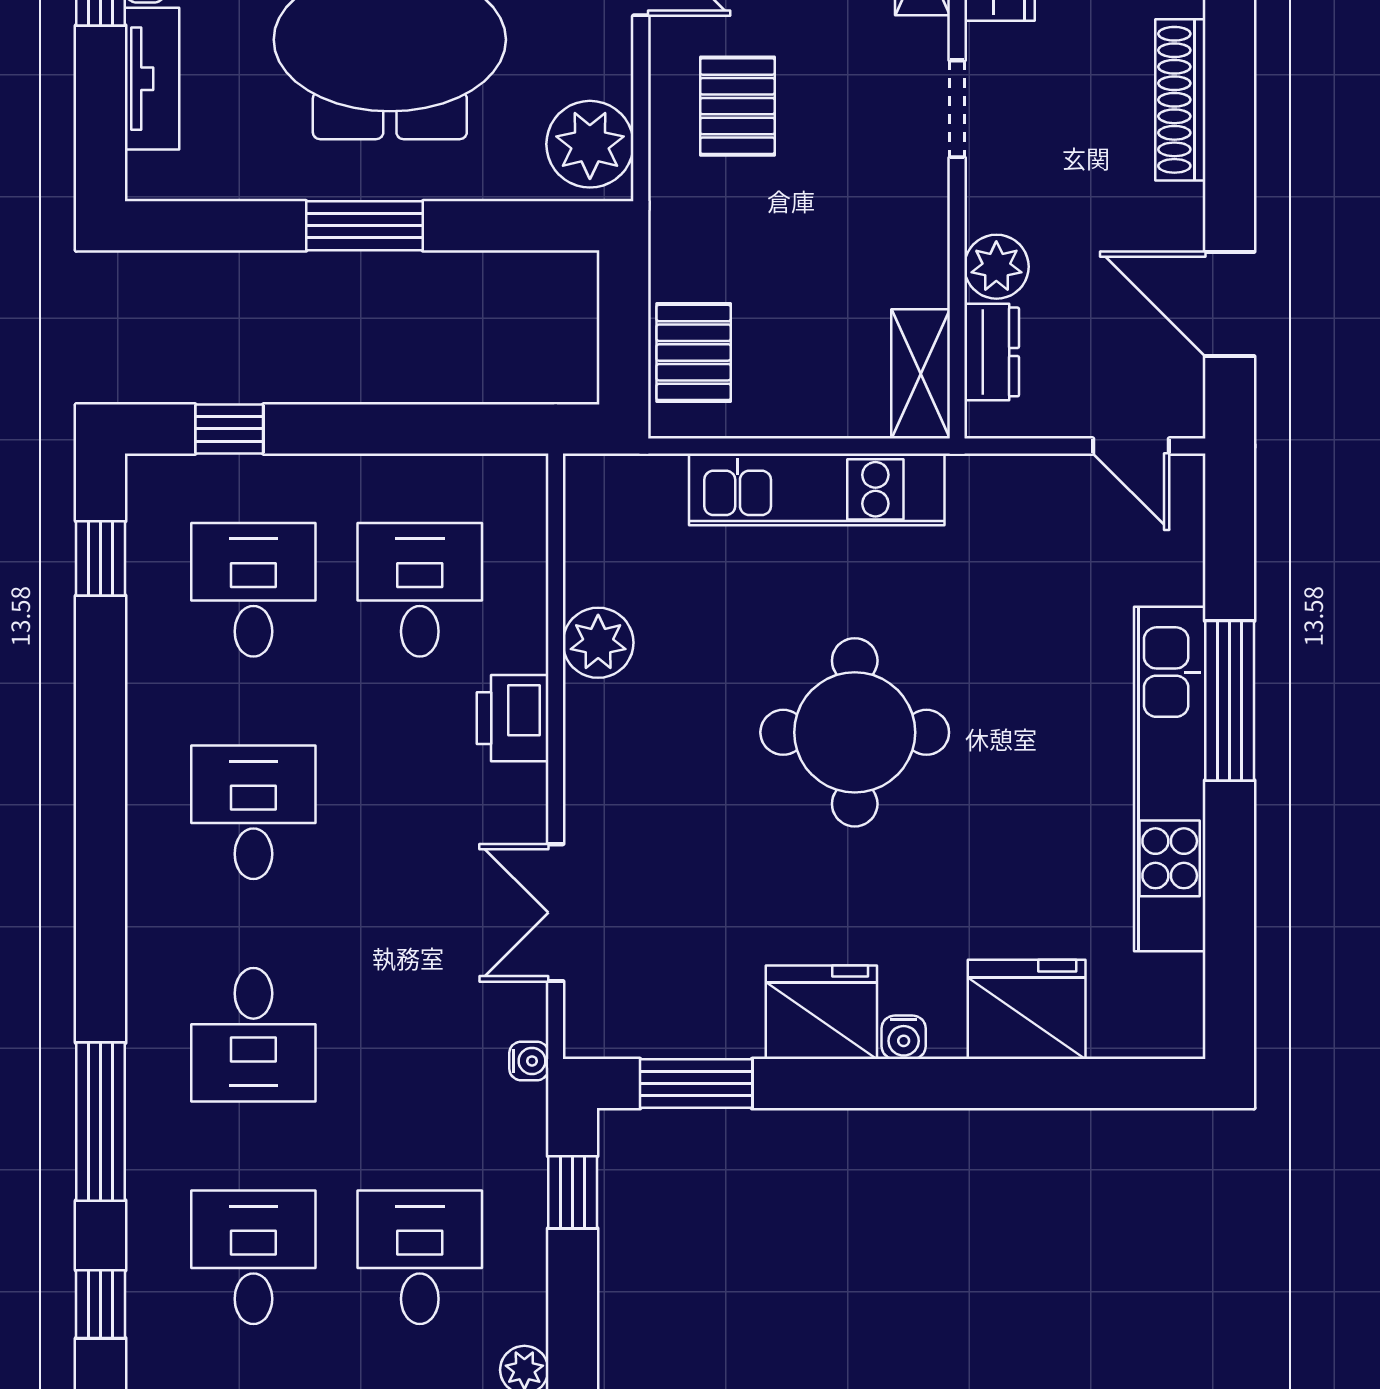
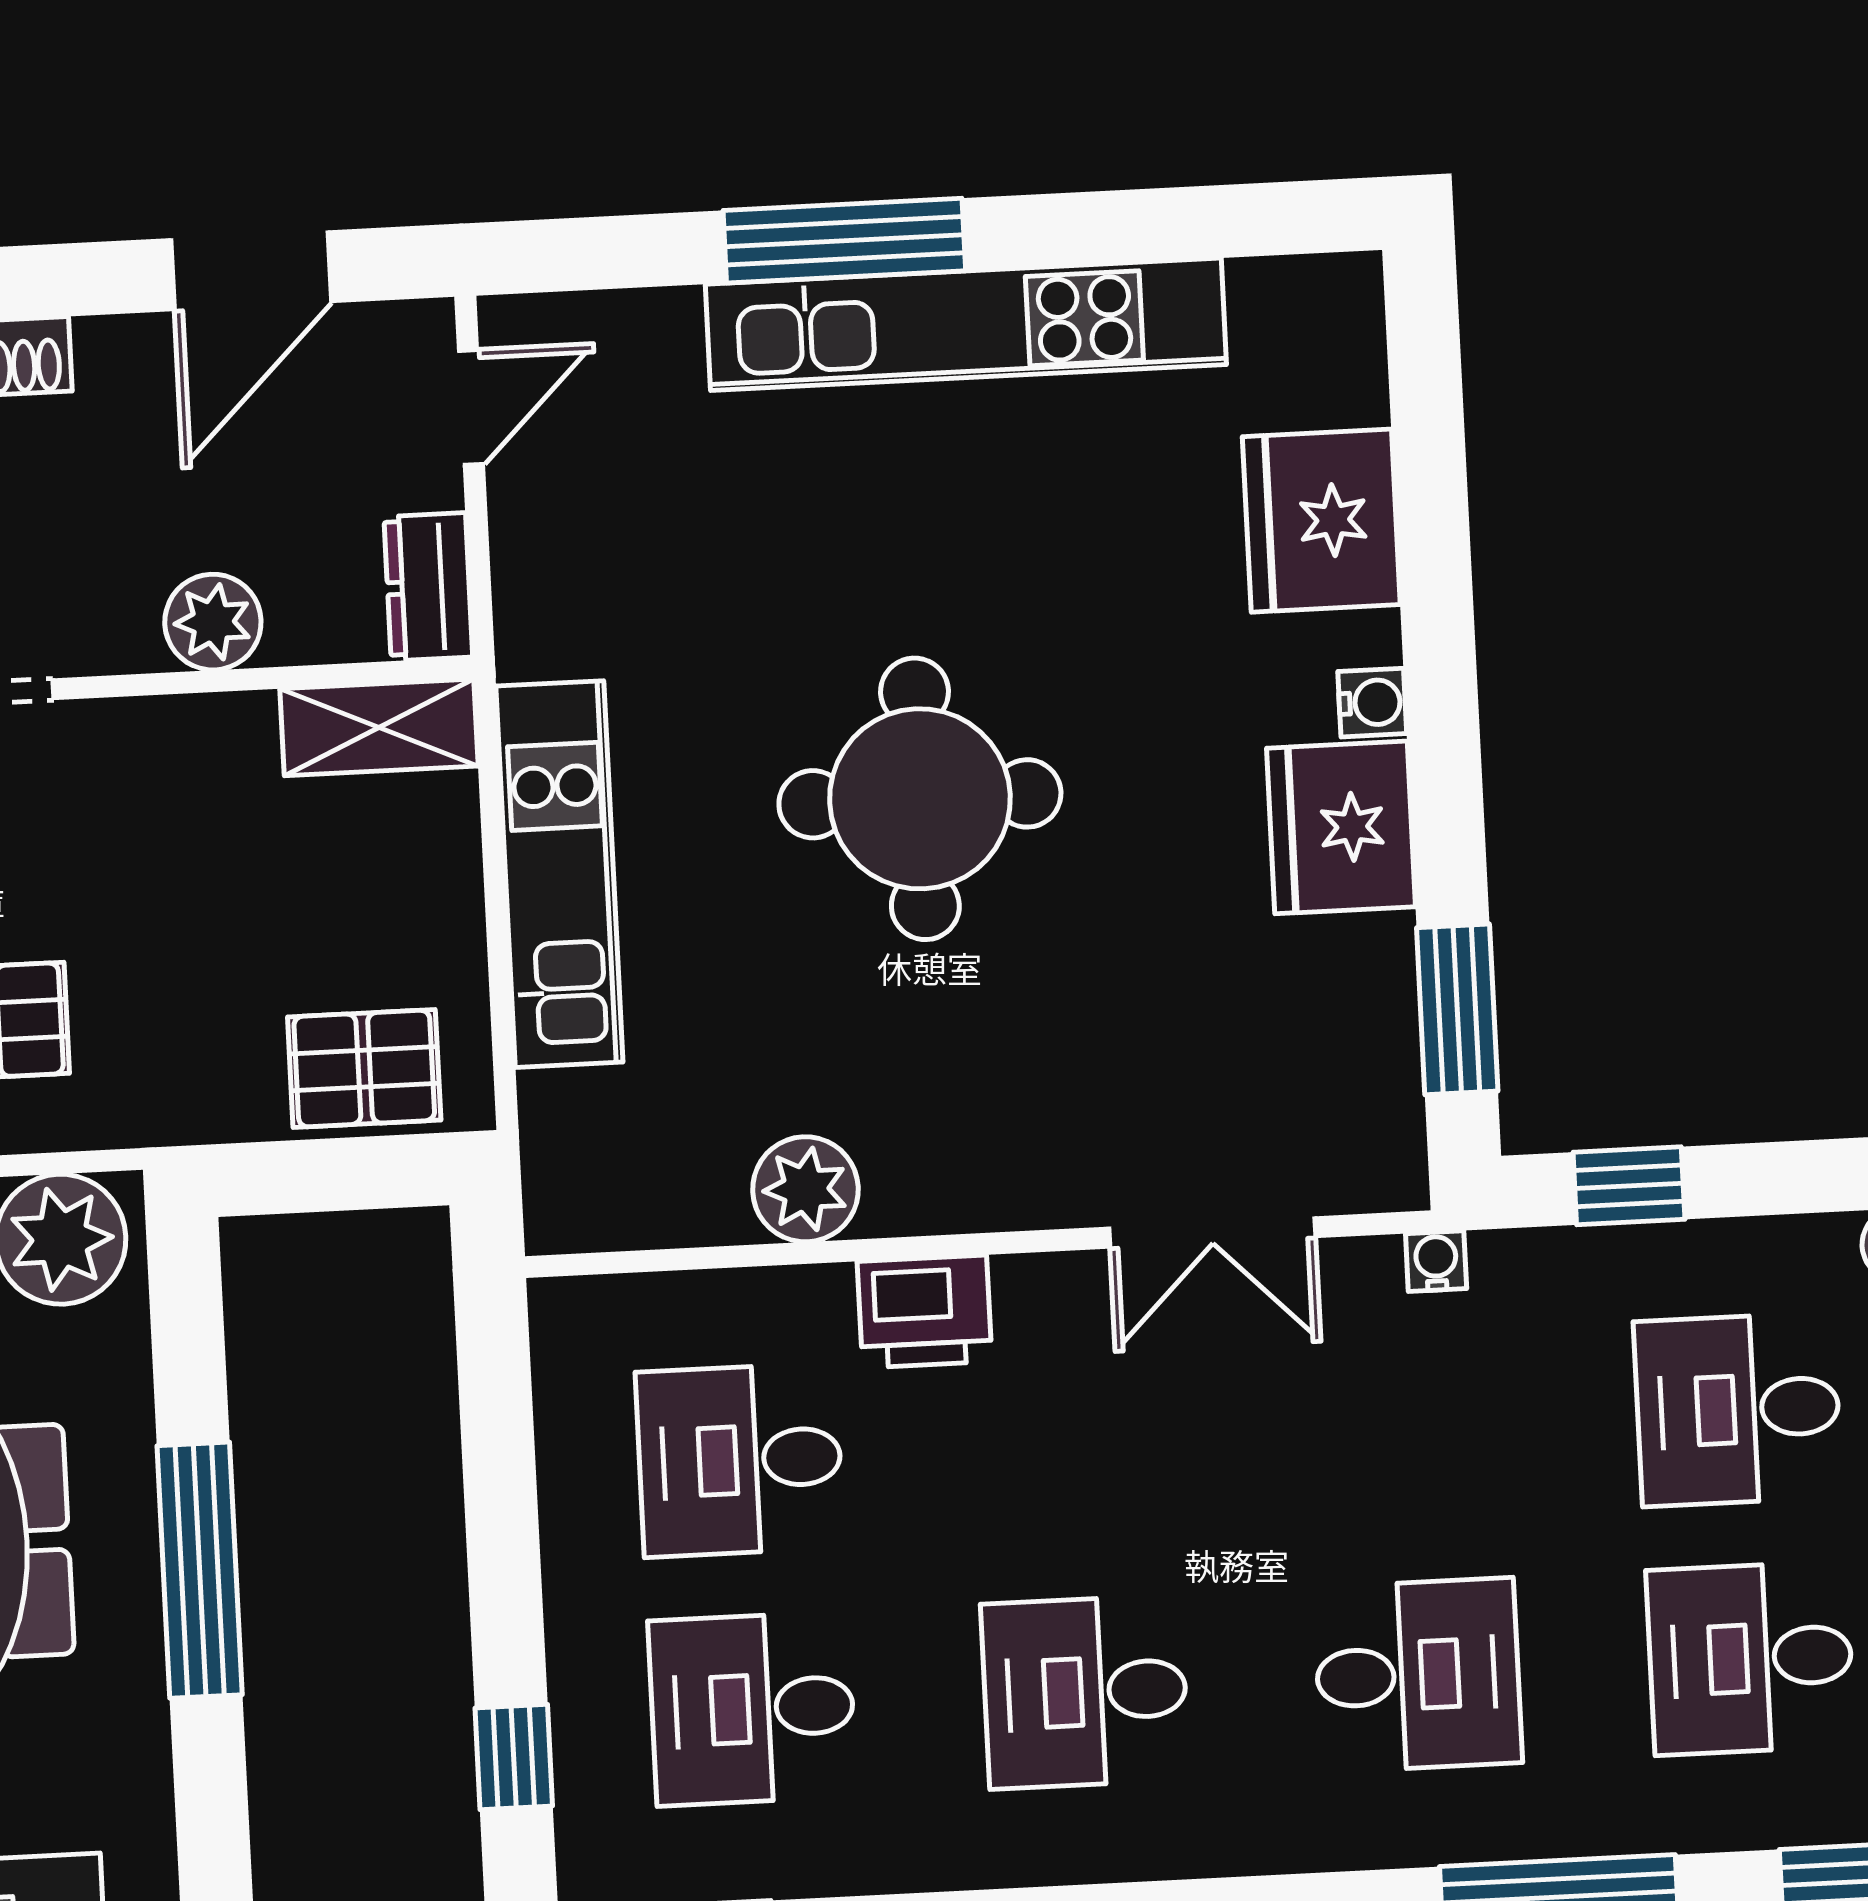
window: (364, 226) -> (200, 1570), width x1.44
dresser: (992, 352) -> (428, 587), moved, turned -90

